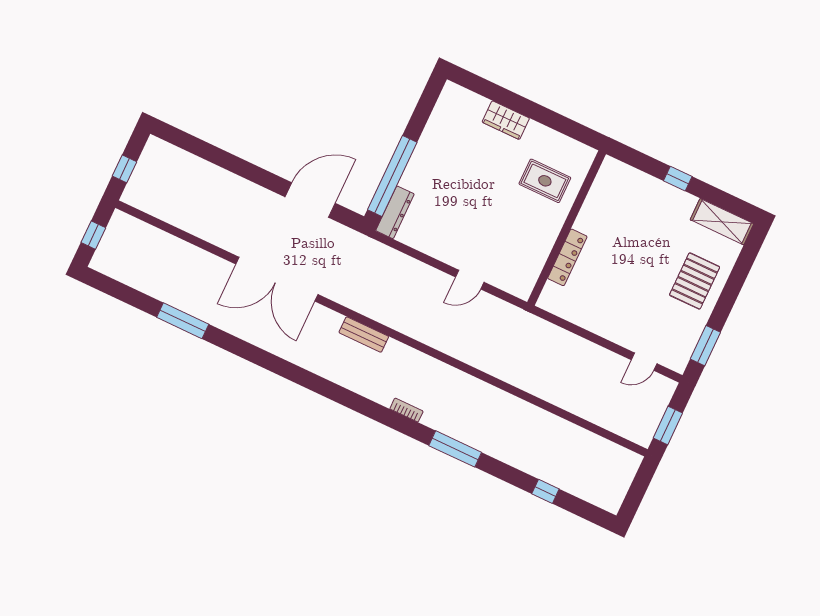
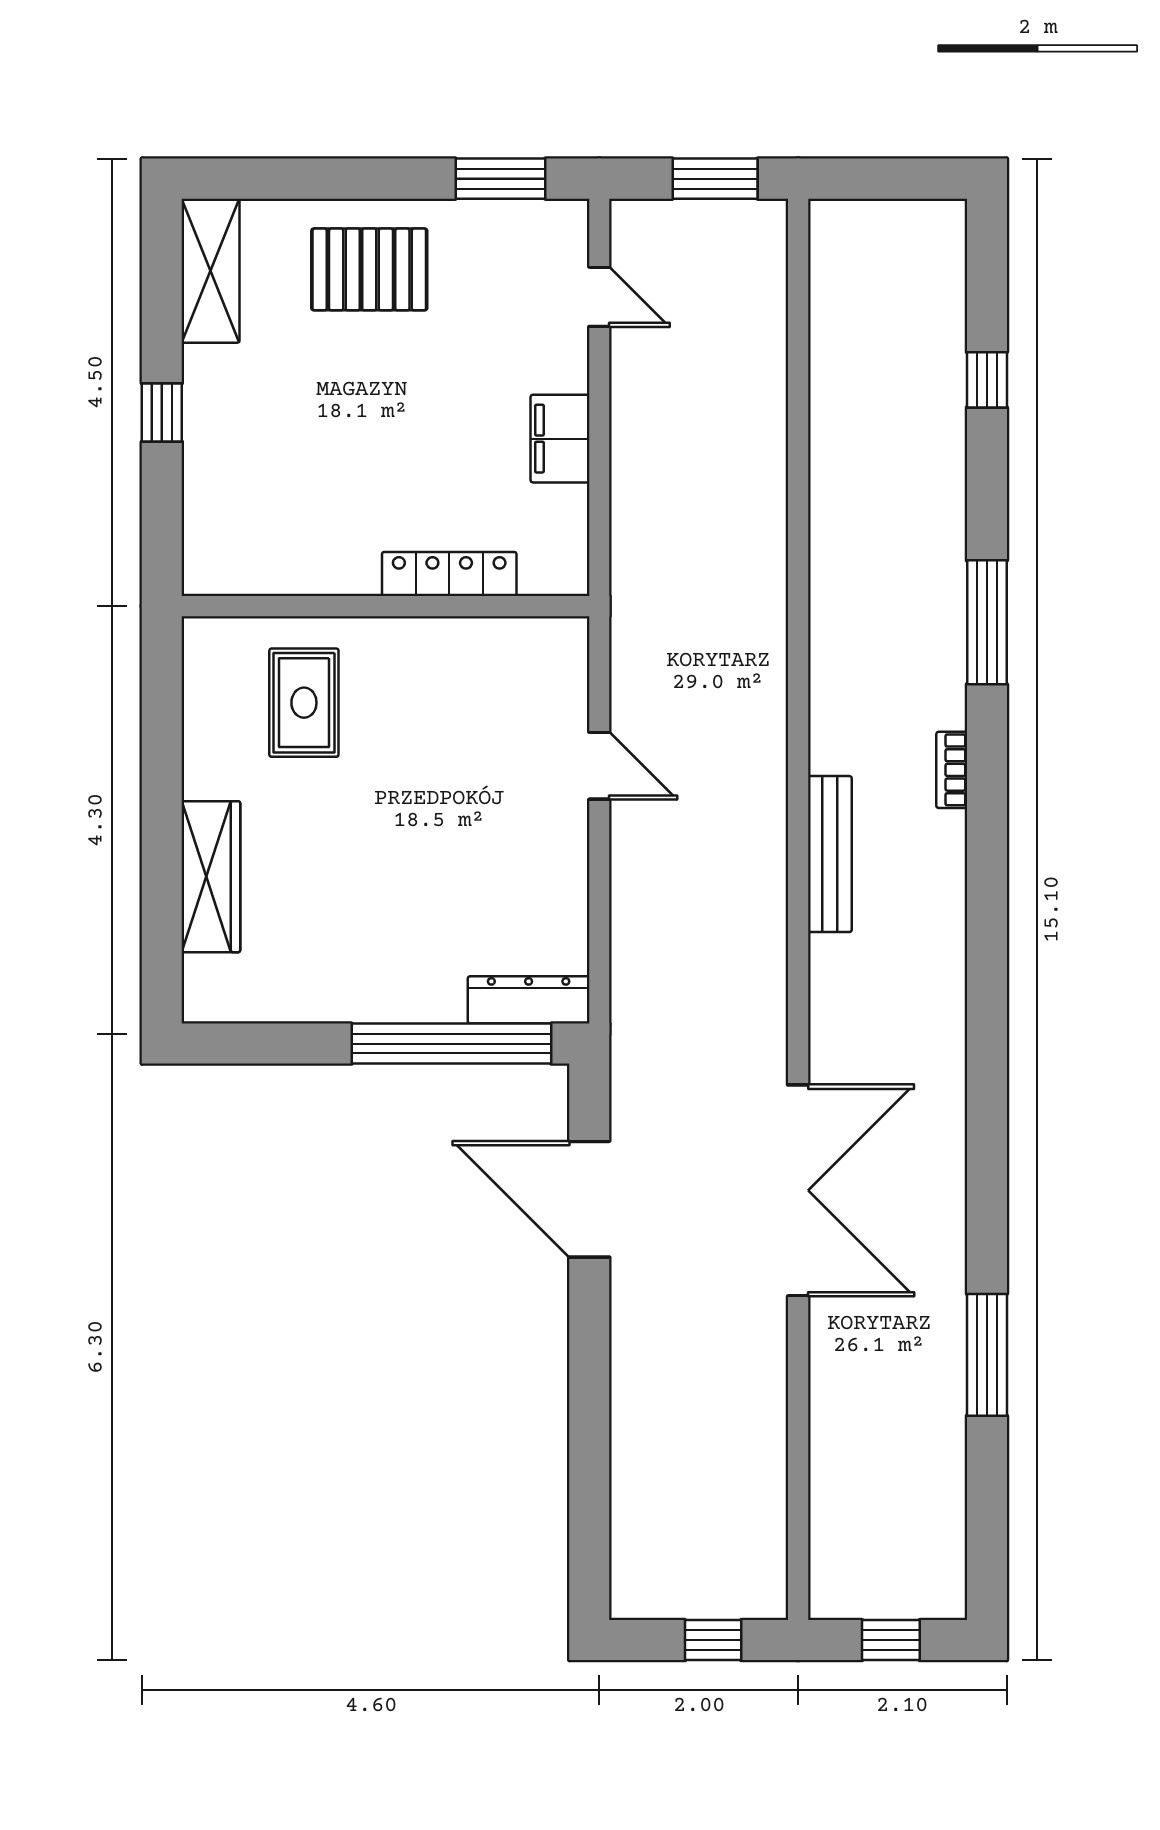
wardrobe: (506, 120) -> (211, 877), width x1.50
filing cabinet: (598, 322) -> (560, 439), added
bench: (364, 335) -> (830, 854), moved, width x1.36

